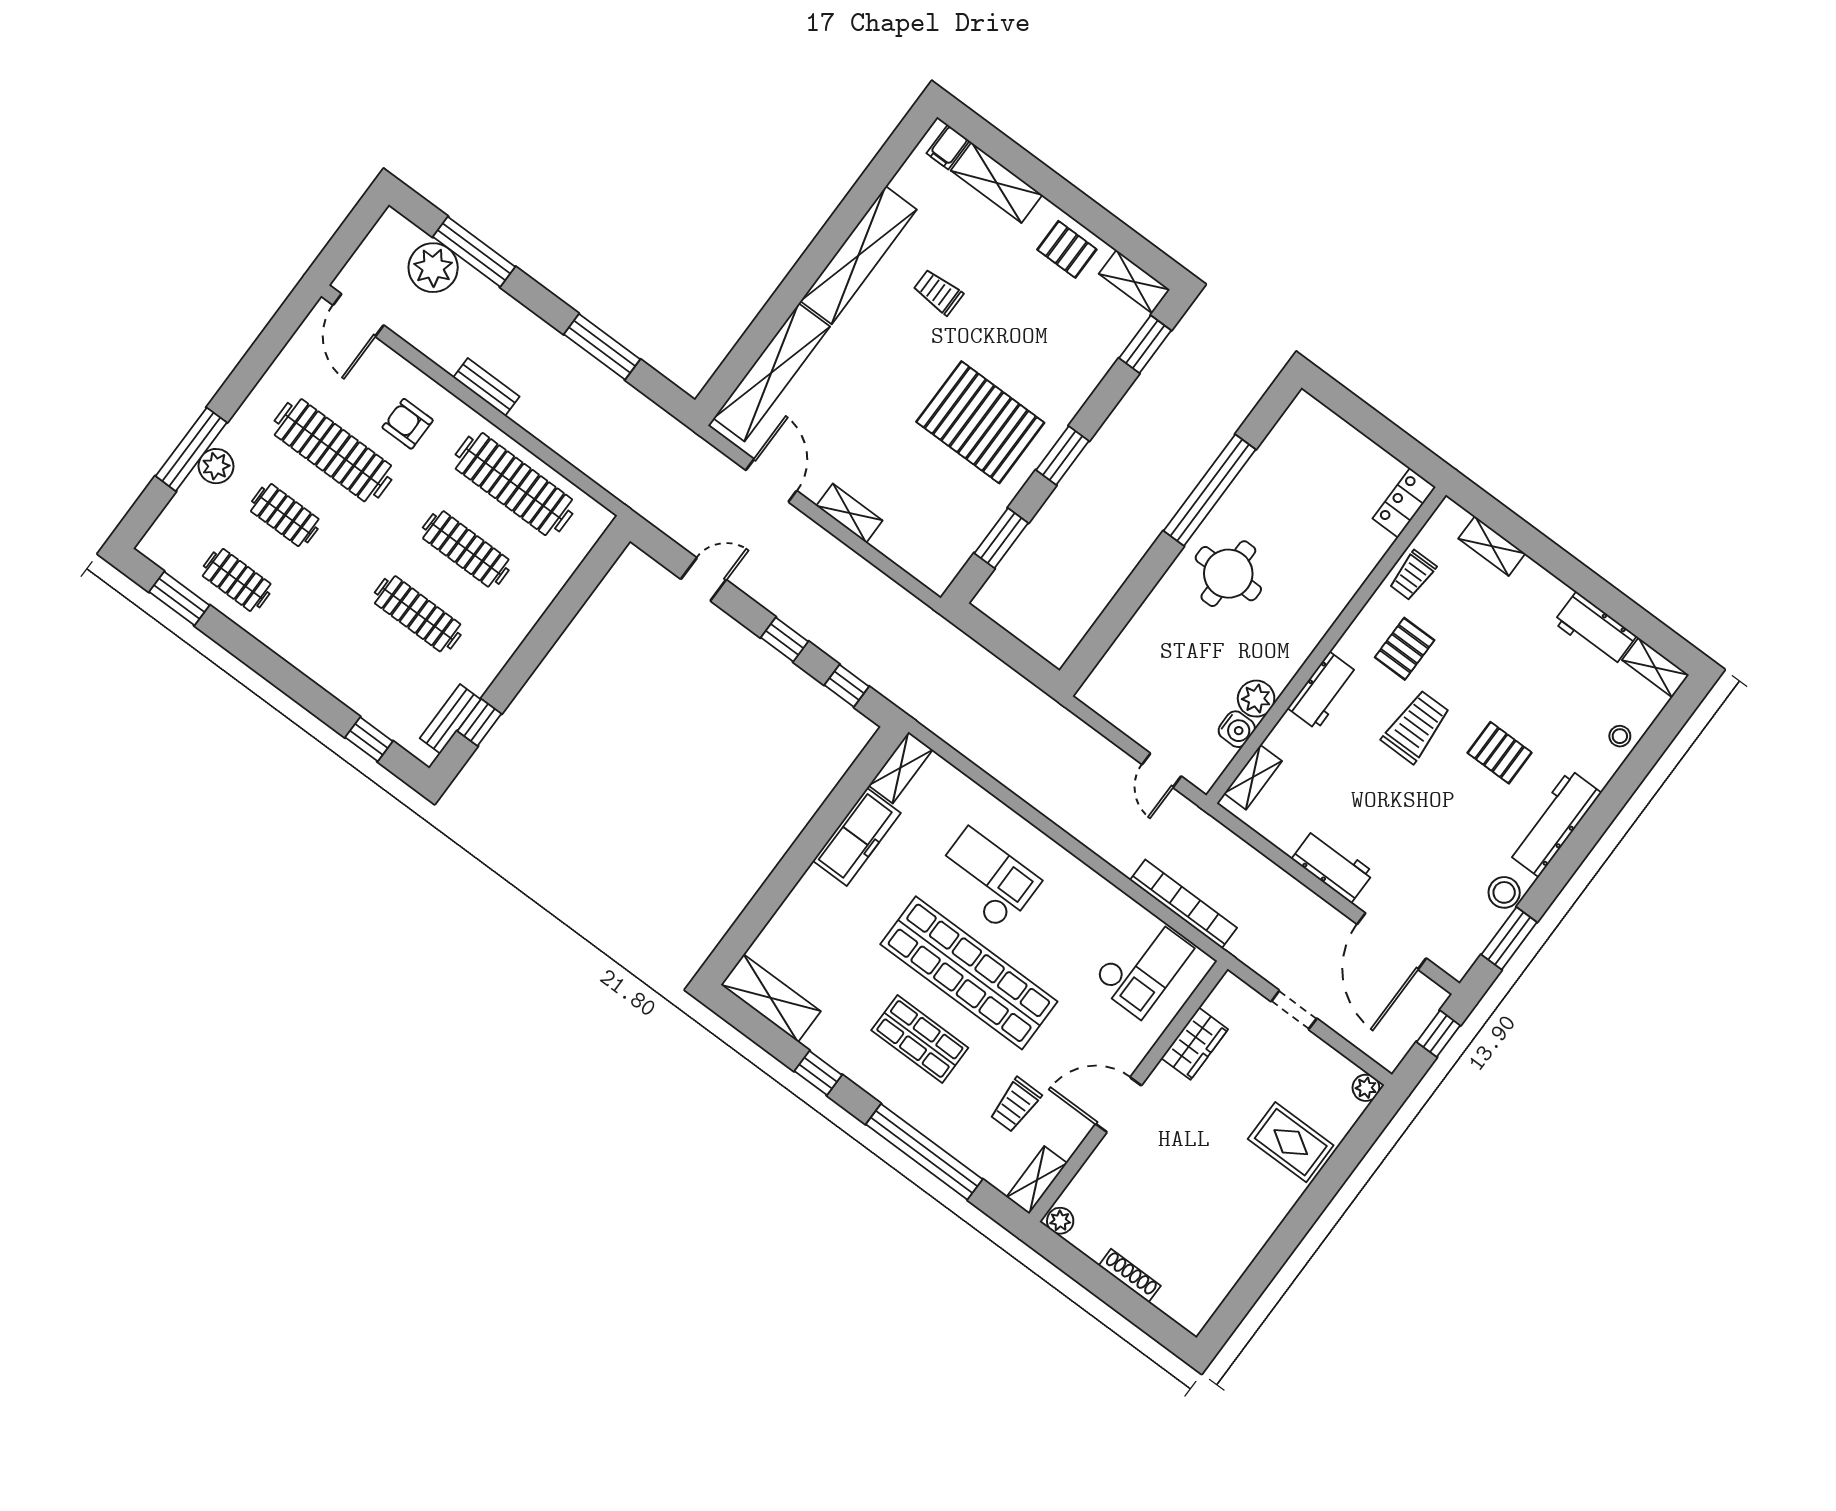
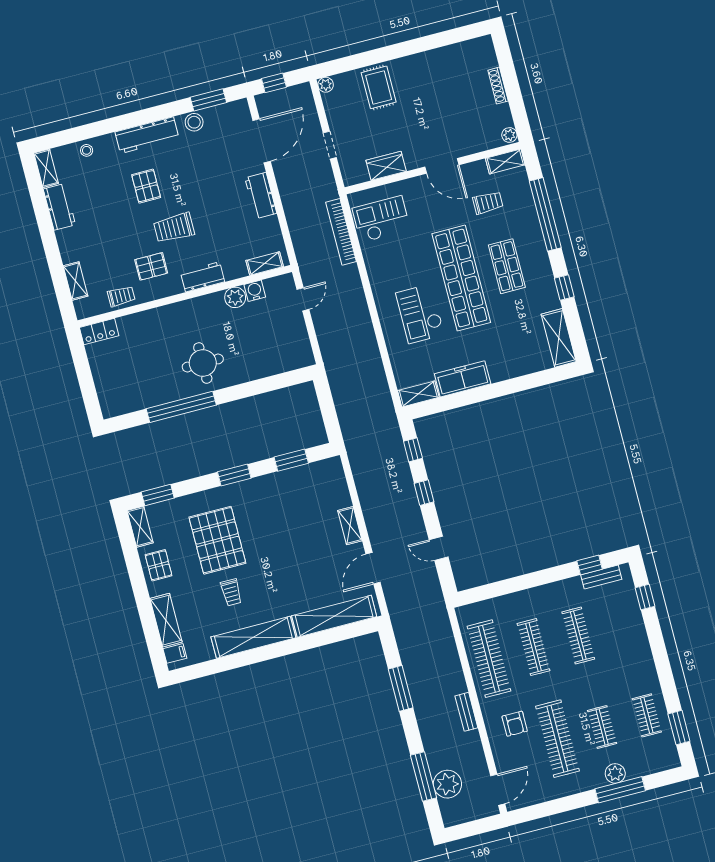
pallet: (980, 422) -> (217, 540), moved

